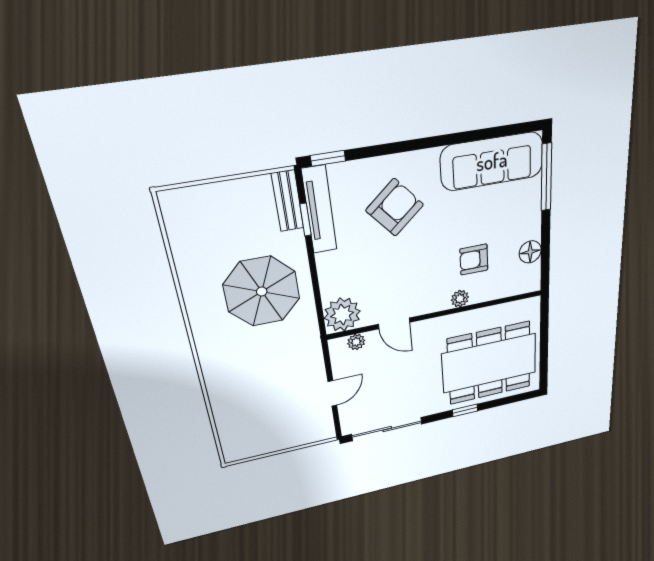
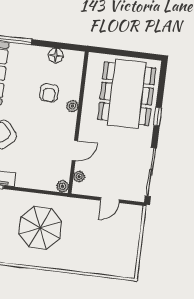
parasol: (262, 291) -> (40, 228), moved
plant: (342, 315) -> (62, 186), width x0.53, depth x0.53
door: (332, 393) -> (110, 200), swing flipped

